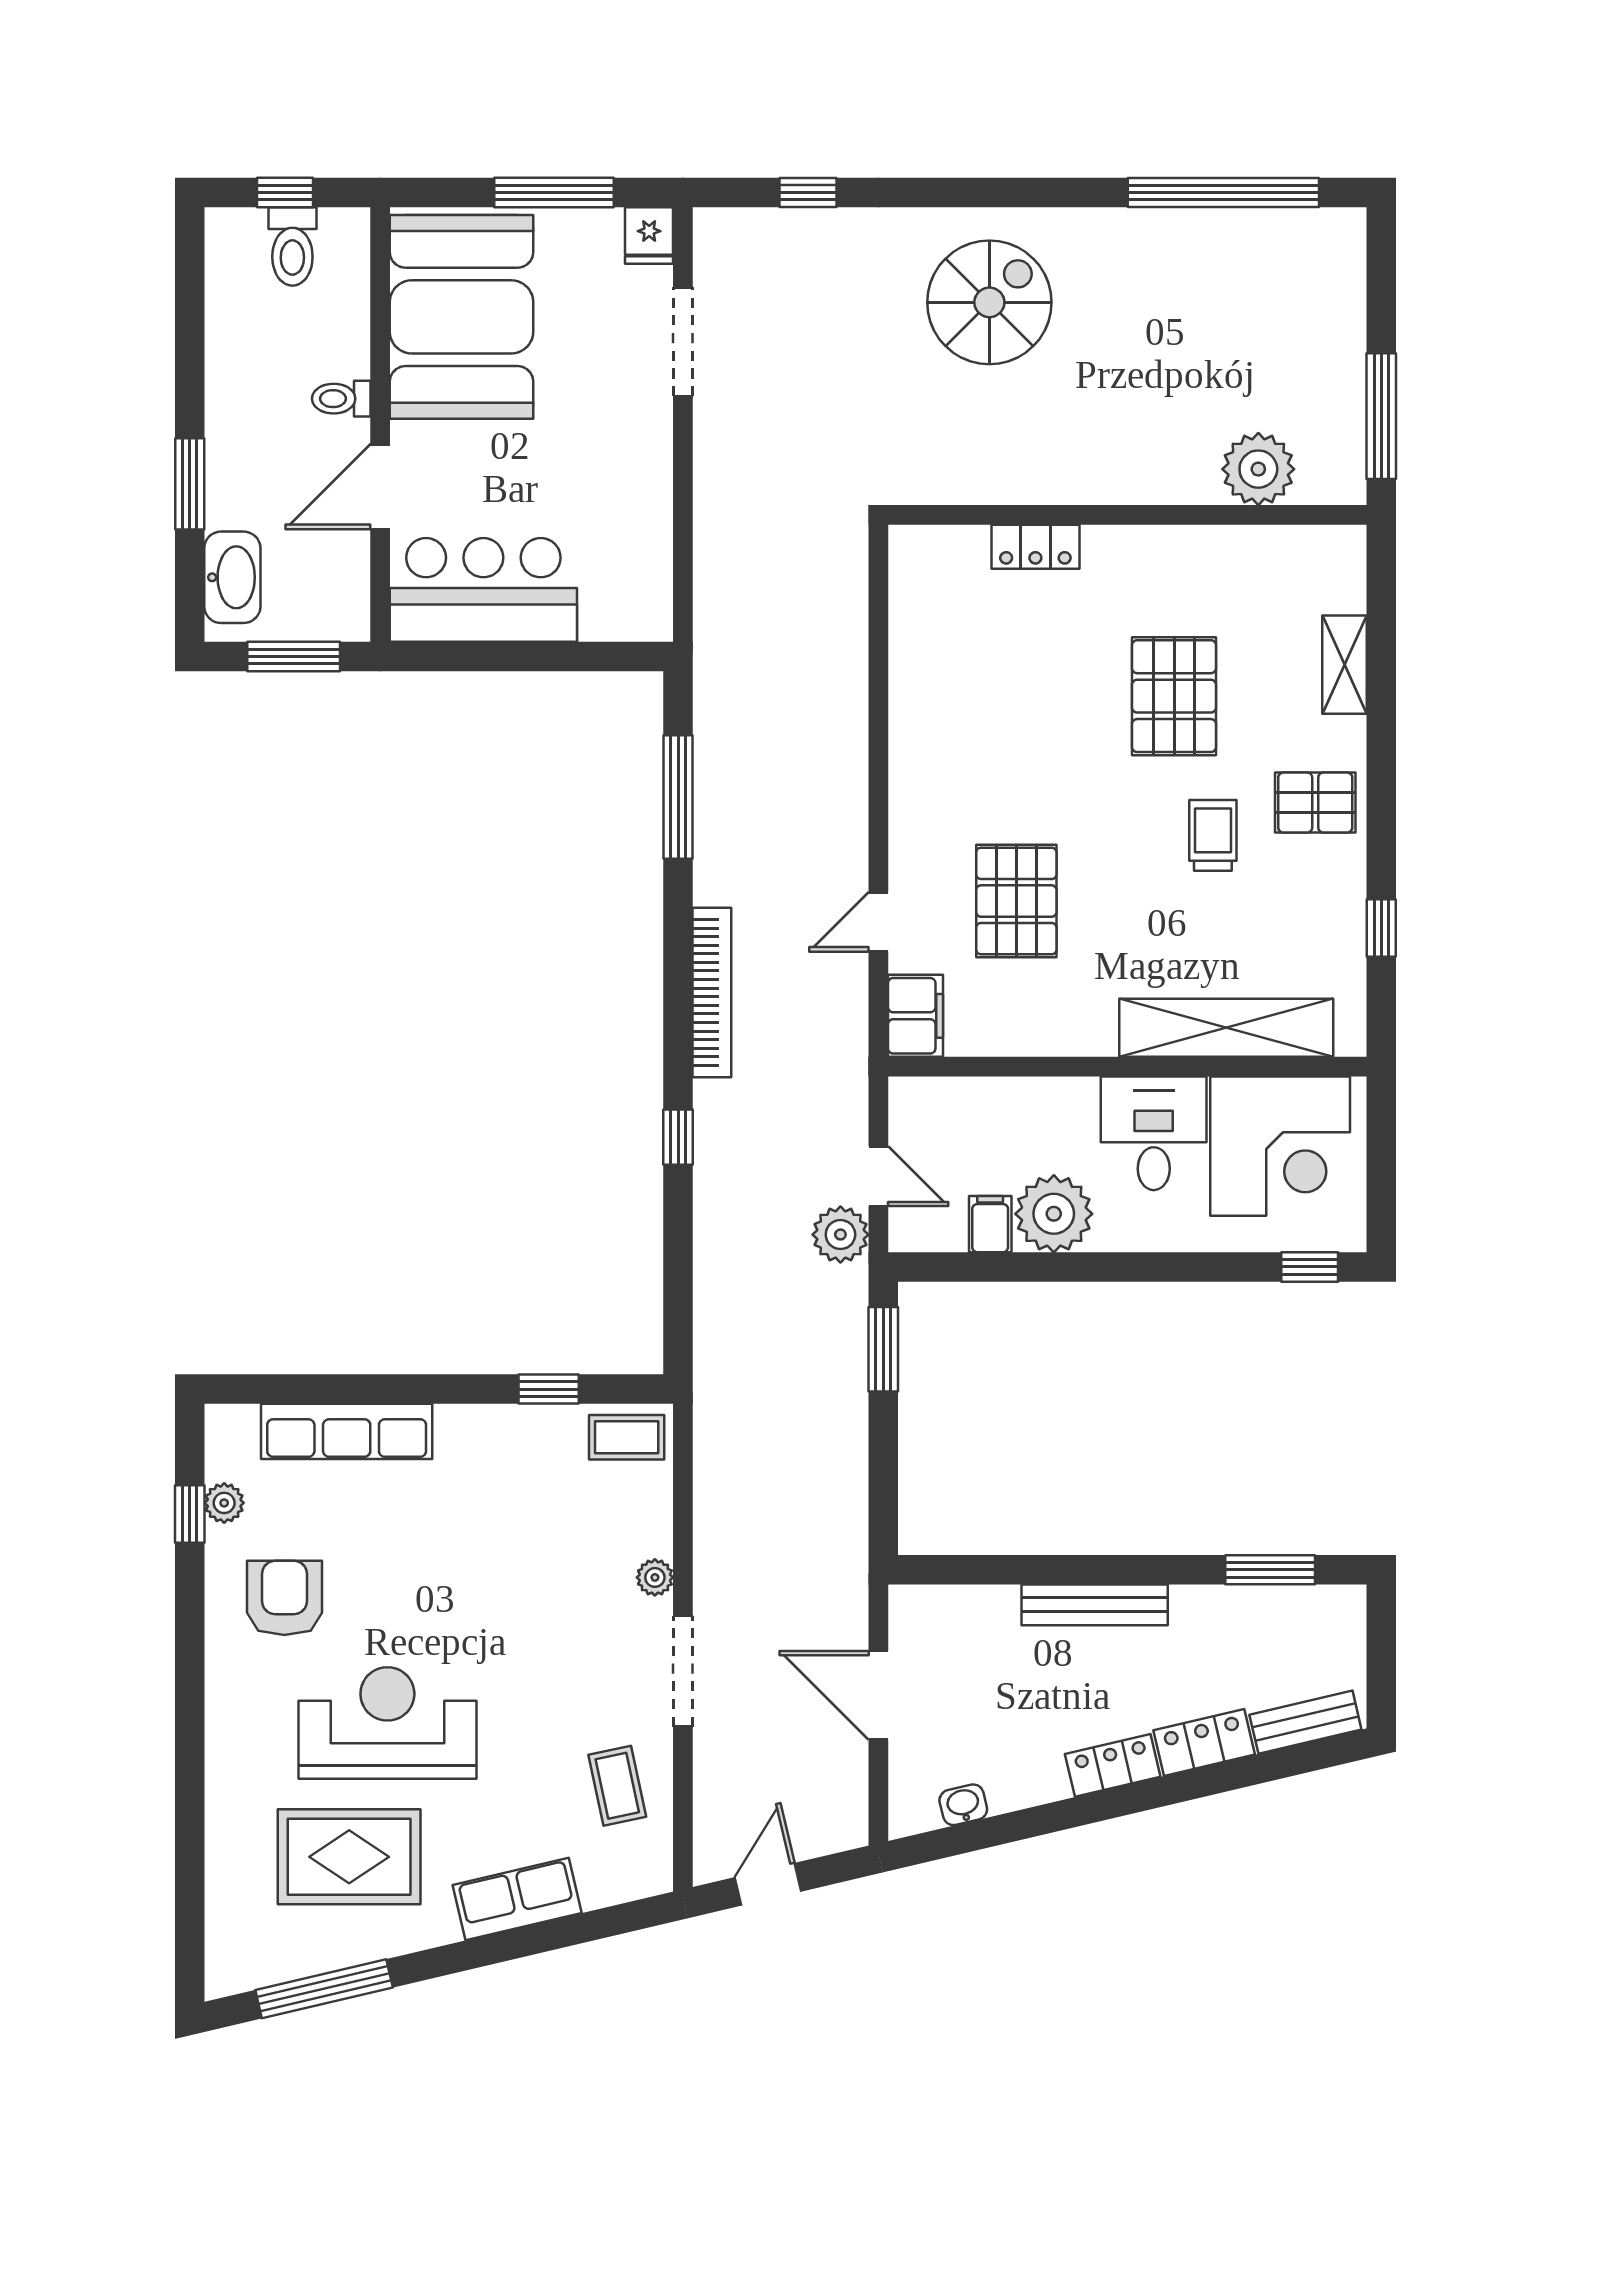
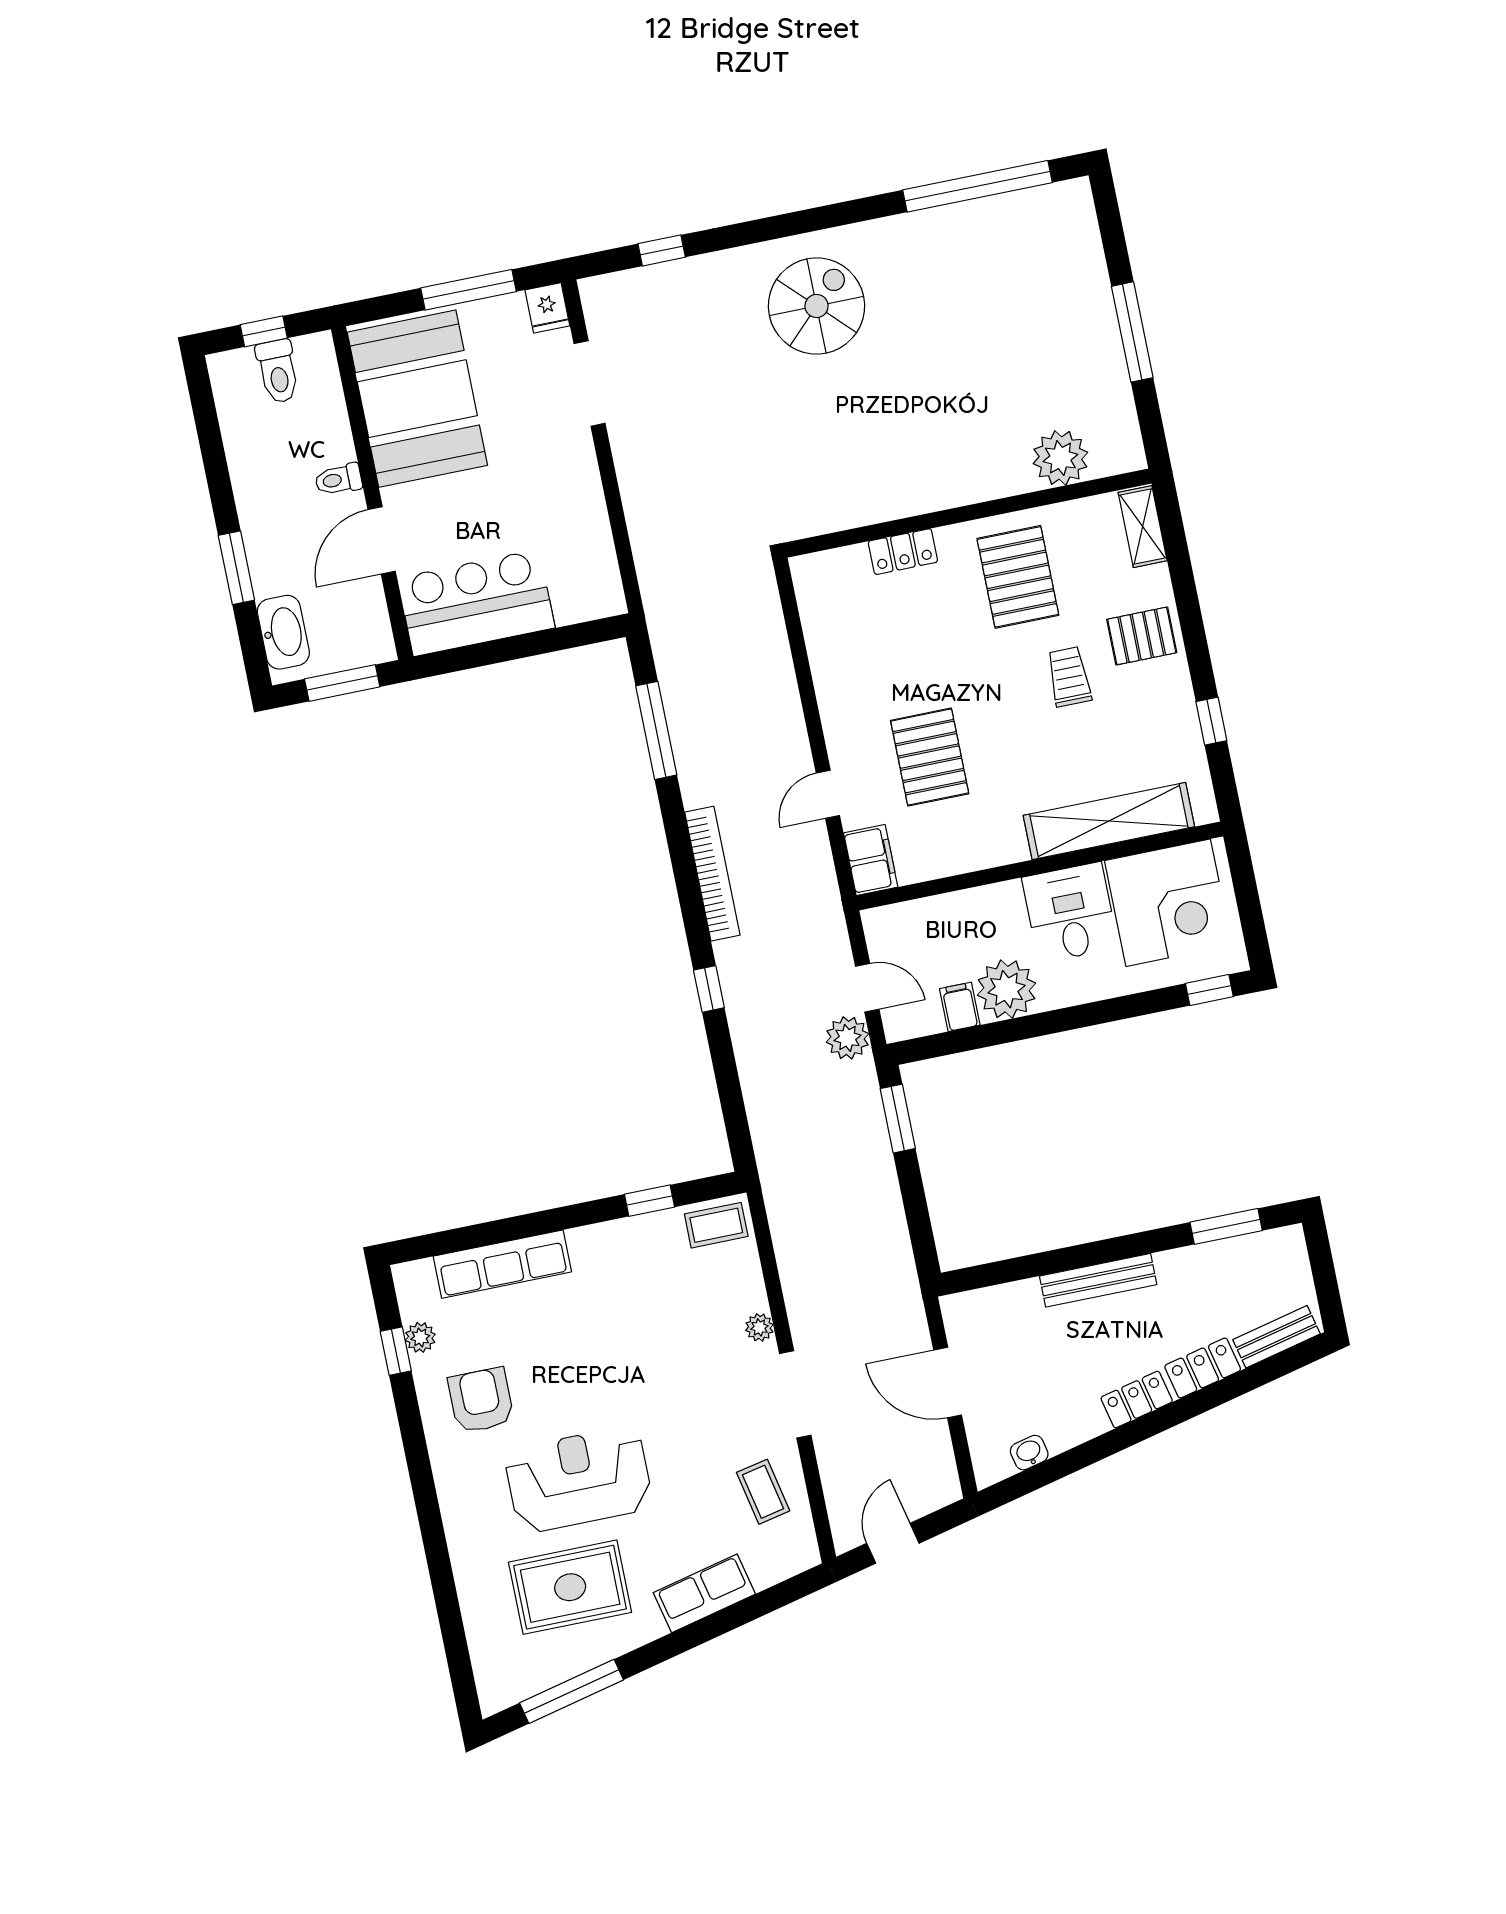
plant: (1258, 469) -> (1060, 458), moved
wall: (1127, 515) -> (968, 513), moved
locker: (1035, 547) -> (903, 552), moved

